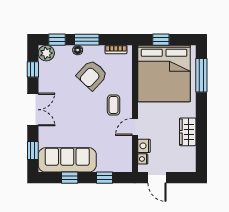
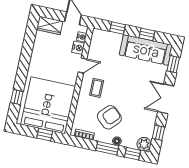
window: (201, 75) -> (17, 97), width x0.46
wardrobe: (188, 132) -> (50, 25), moved, turned 90

